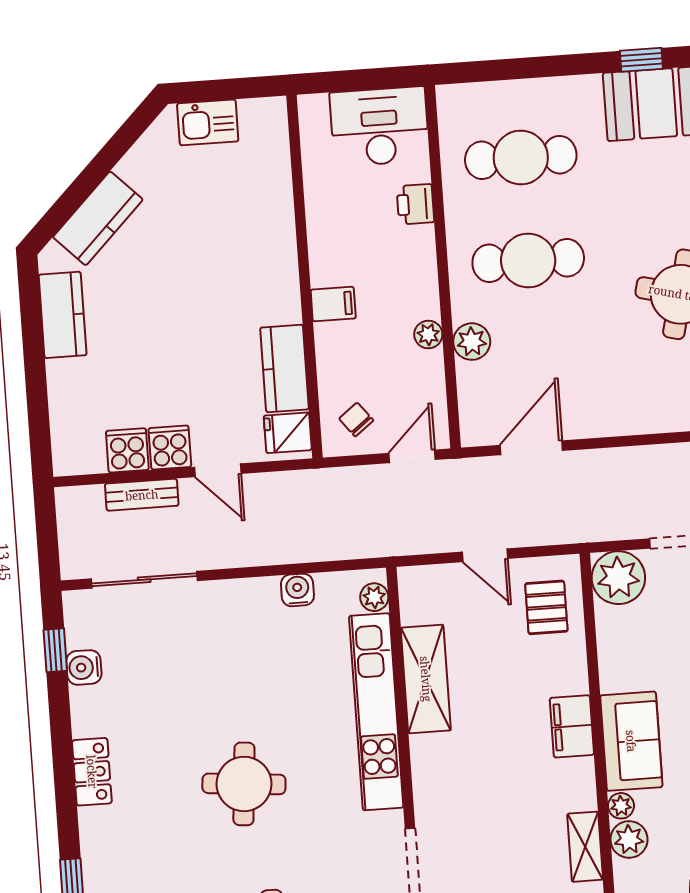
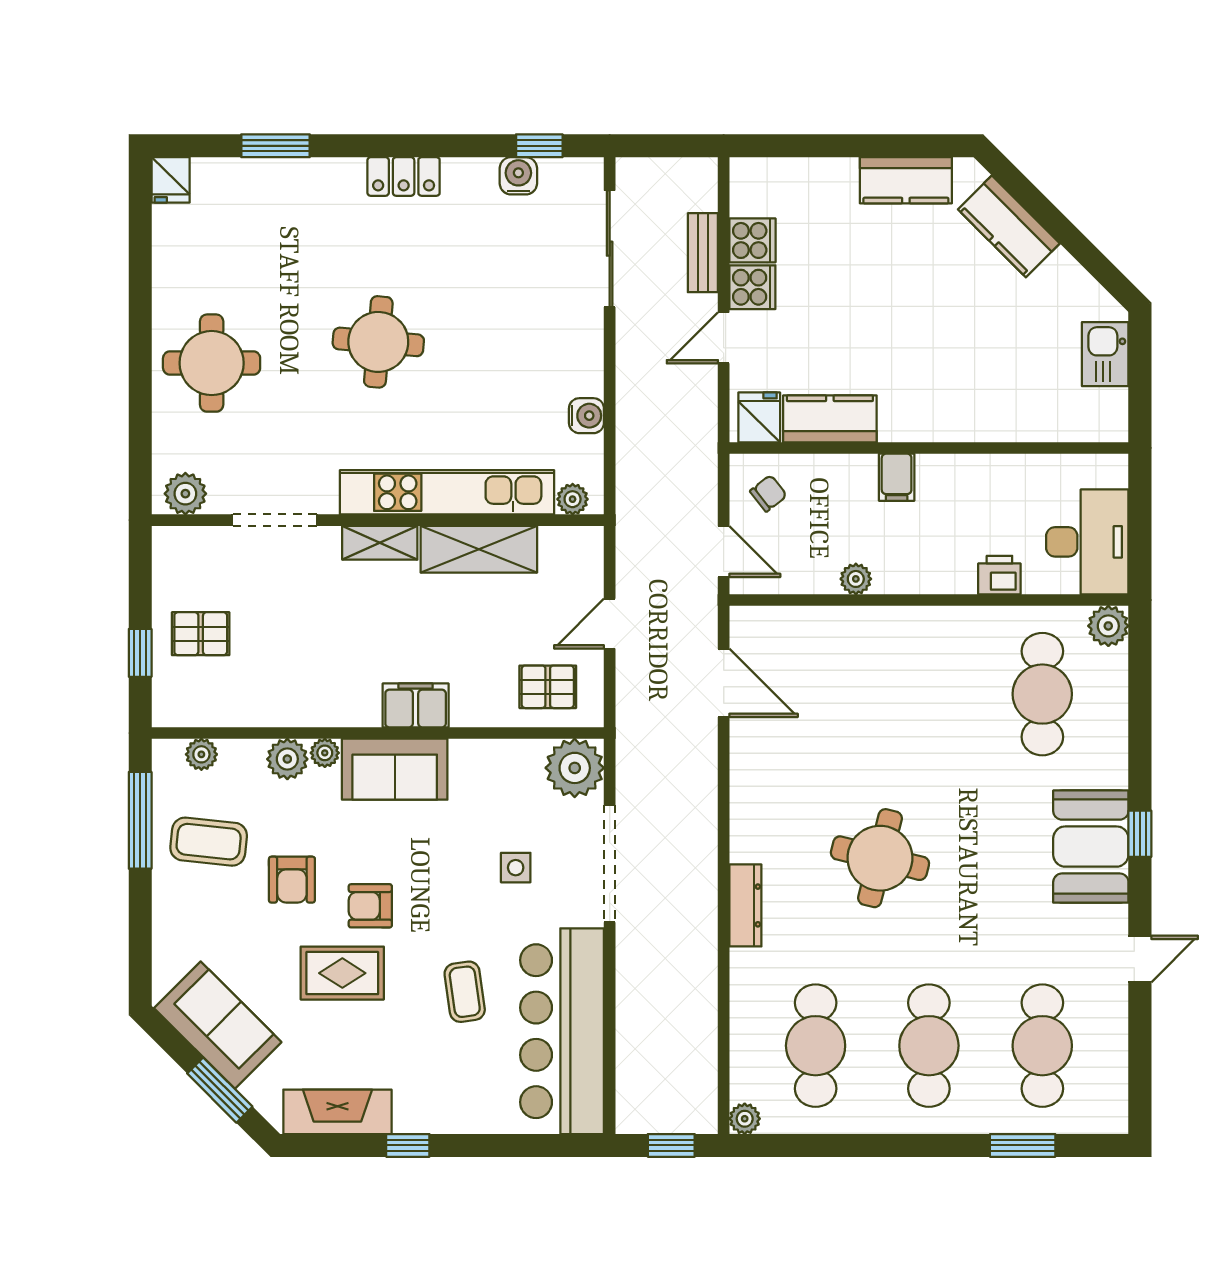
cafe table: (528, 261) -> (929, 694), removed
plant: (472, 342) -> (1108, 626), moved
shelving: (585, 847) -> (380, 543), moved

